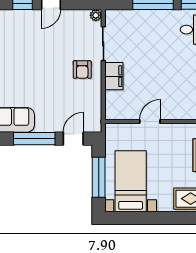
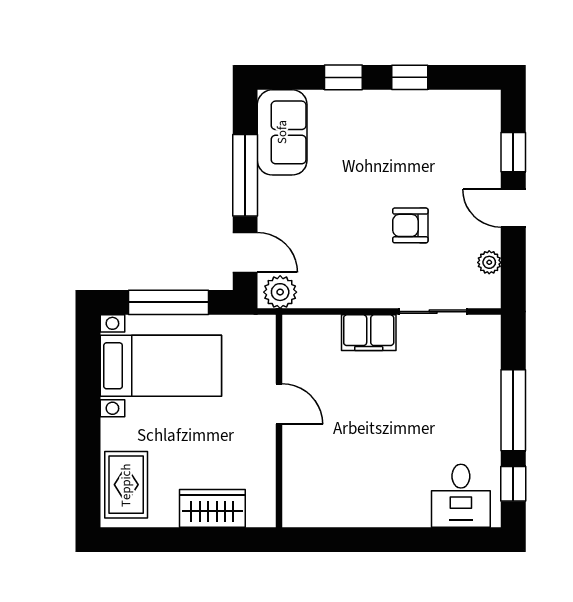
plant: (96, 15) -> (489, 262), moved
armchair: (82, 70) -> (410, 225), moved
plant: (93, 121) -> (280, 292), added

